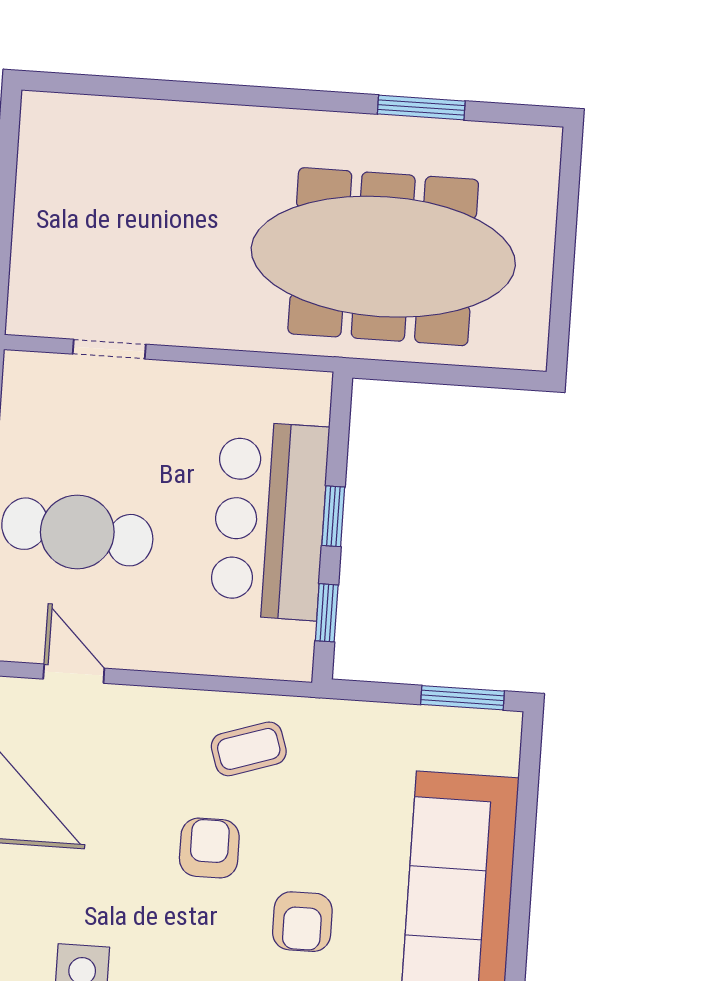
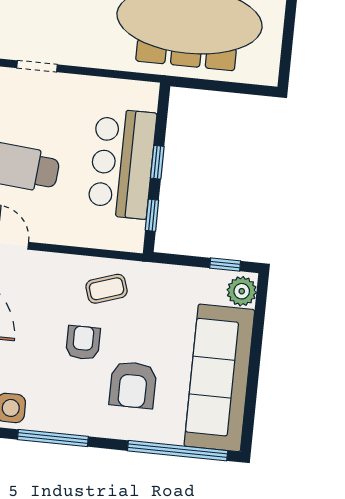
window: (462, 698) -> (225, 265), width x0.67
plant: (494, 745) -> (242, 291), added
armchair: (302, 922) -> (133, 385), width x1.38, depth x1.38

